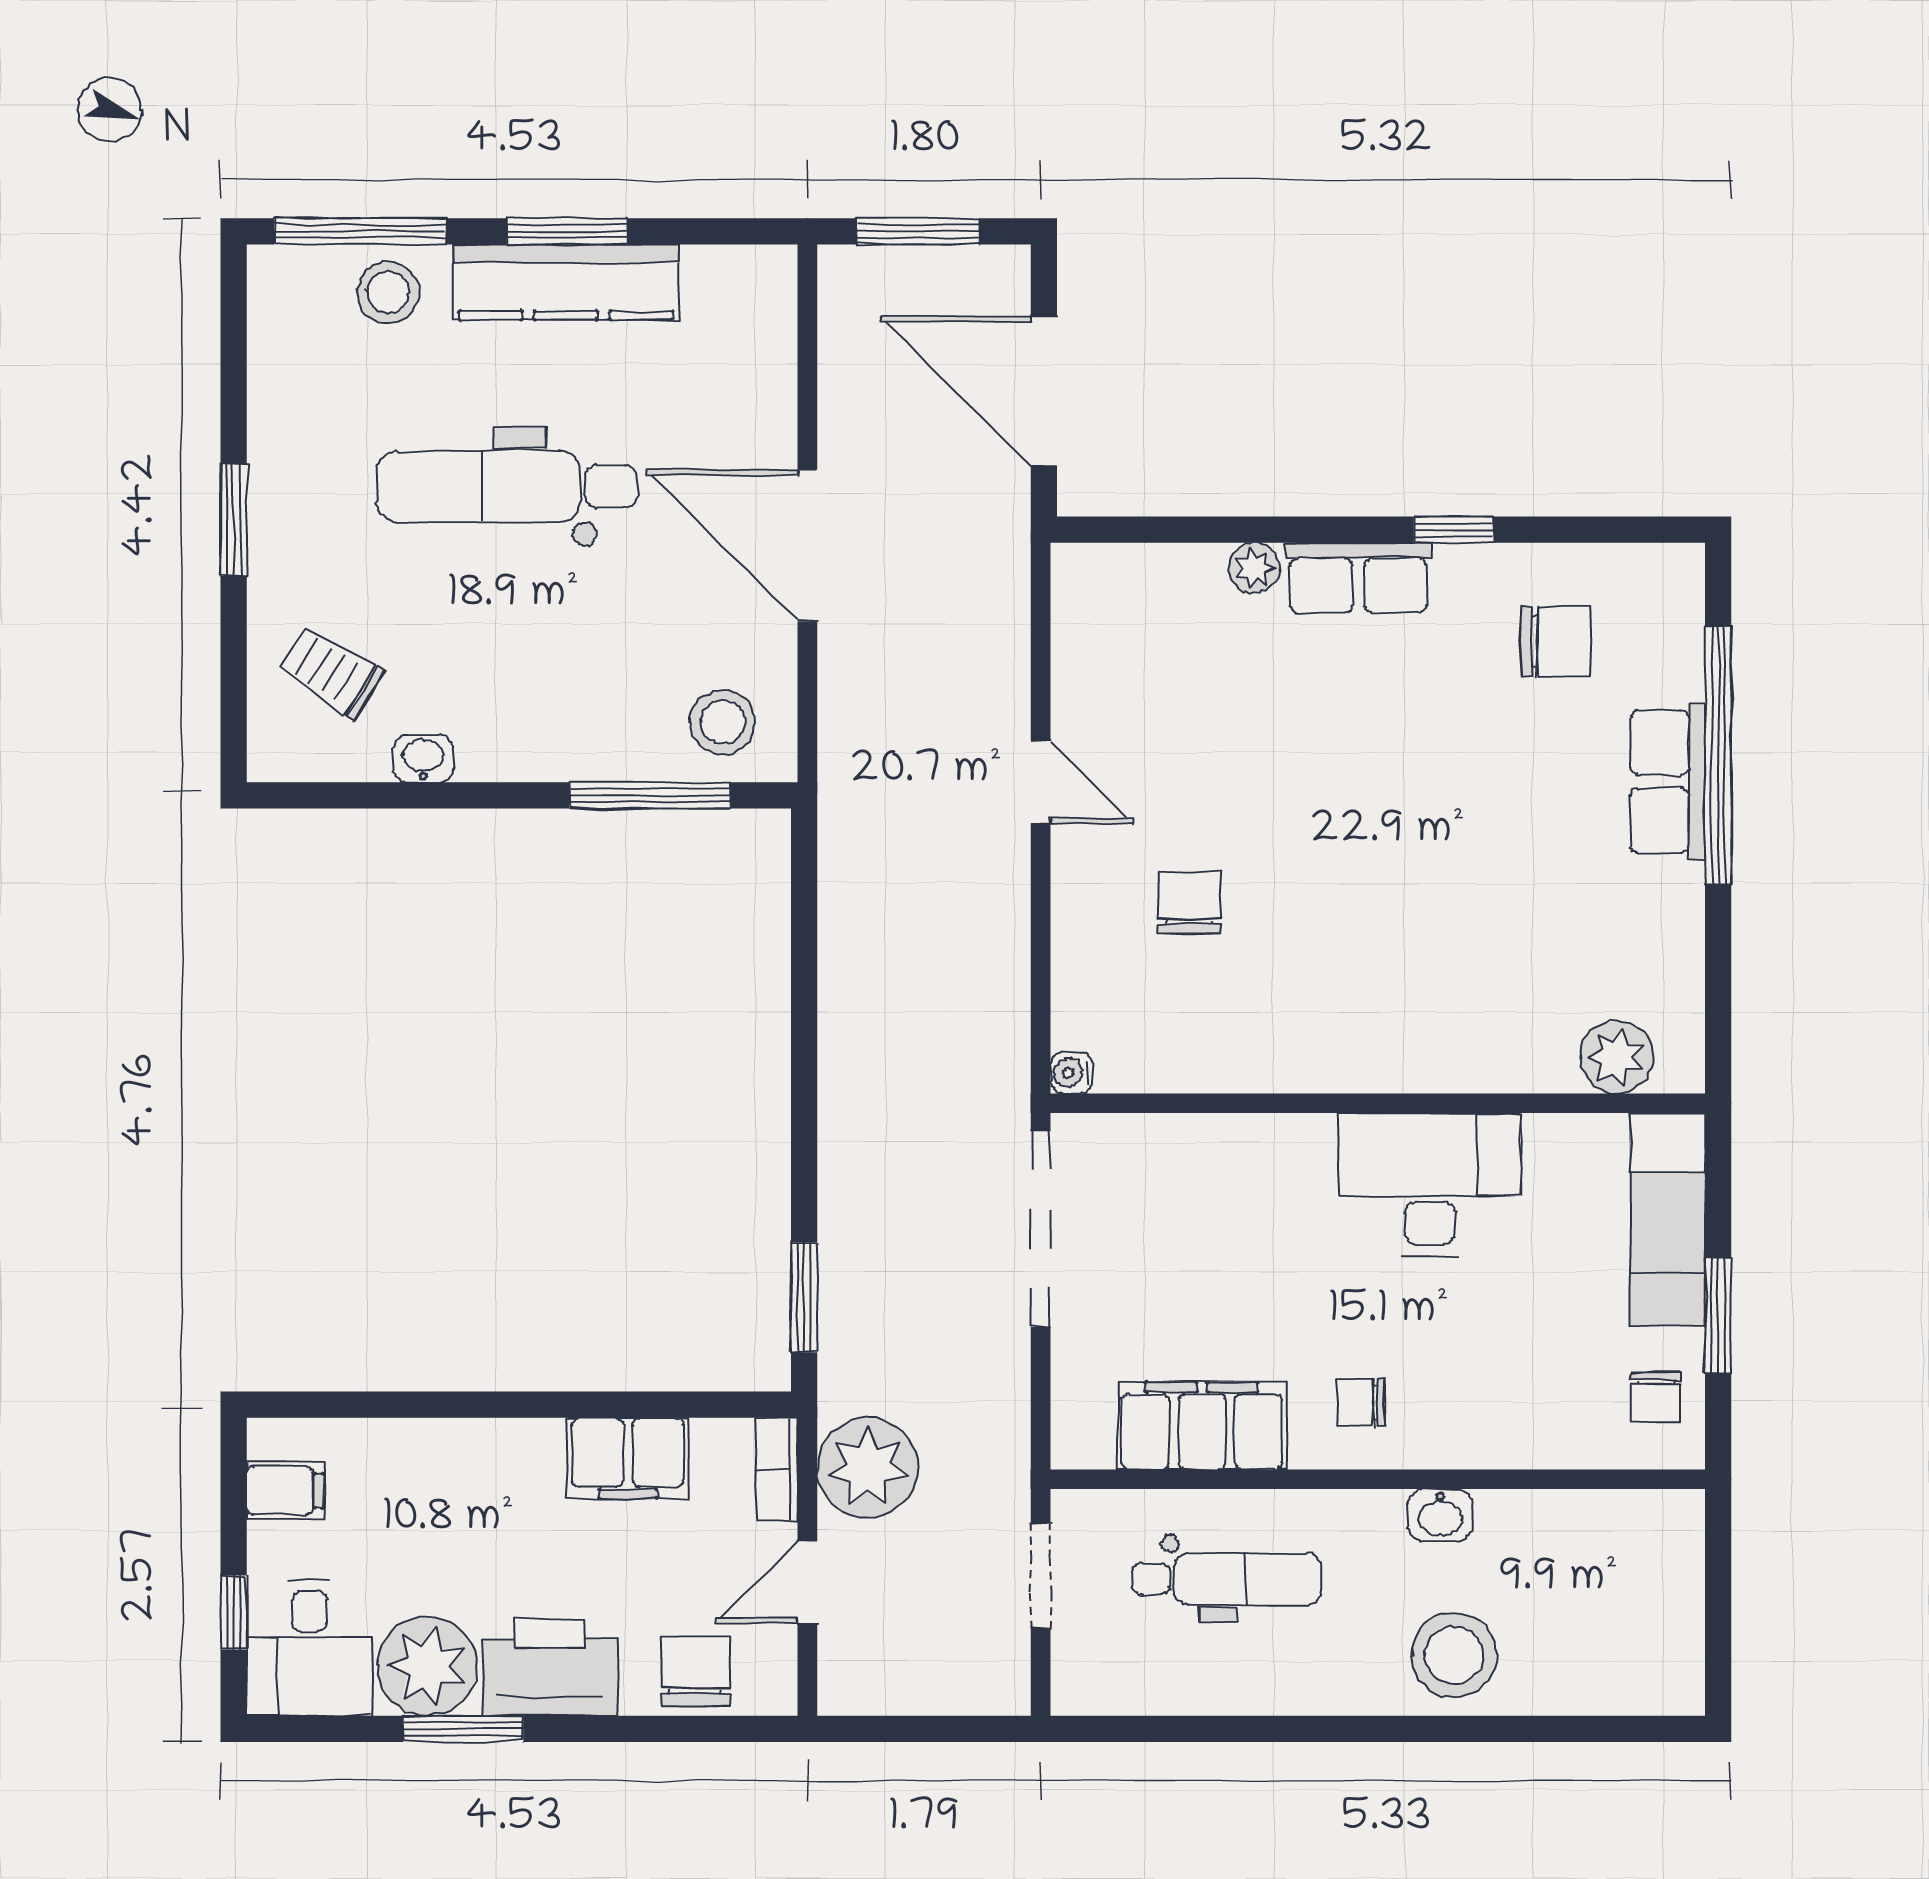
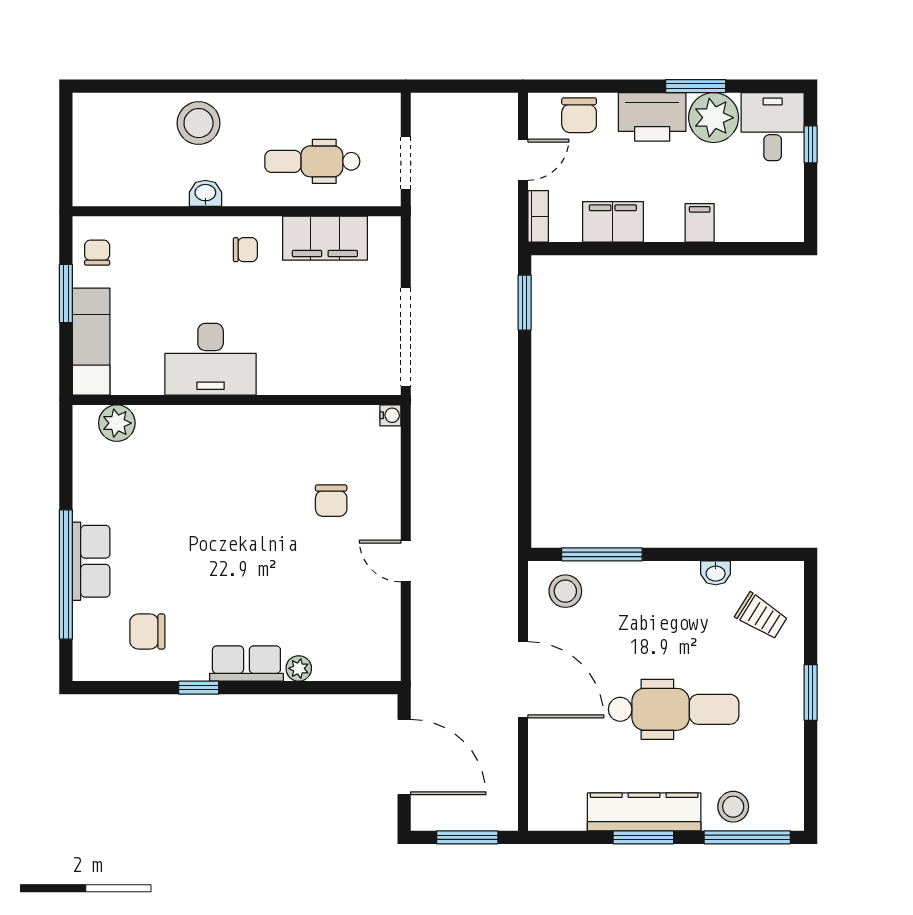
plant: (868, 1468) -> (493, 217), removed
filing cabinet: (285, 1491) -> (700, 223), moved, turned 90

